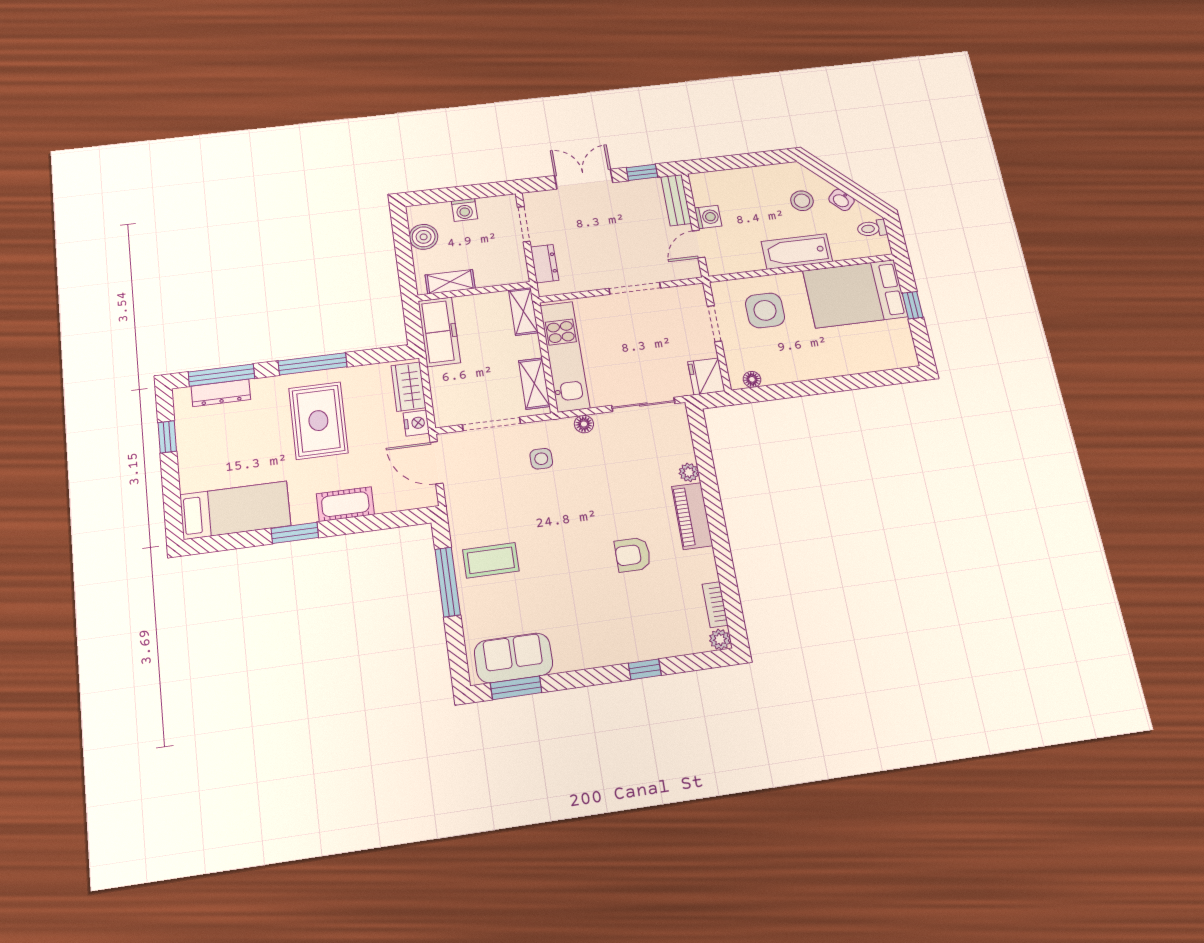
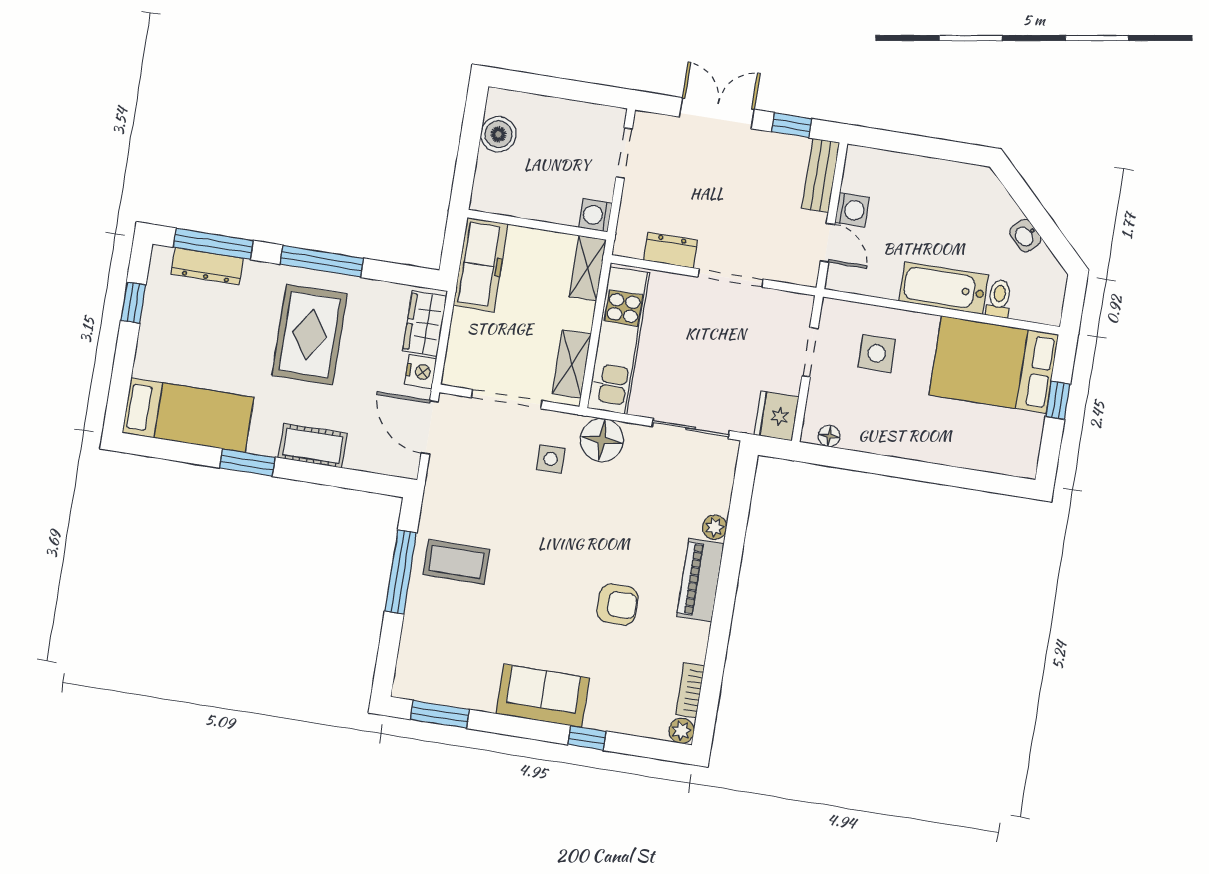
stool: (802, 201) -> (976, 222), removed
washing machine: (464, 210) -> (595, 215), moved, turned 90
toilet: (872, 228) -> (999, 299), moved, turned 90
door: (699, 244) -> (828, 243), swing flipped
dresser: (545, 264) -> (671, 250), moved, turned -90
shelving: (450, 282) -> (513, 203), removed
side table: (765, 310) -> (877, 353), width x0.73, depth x0.73
floor lamp: (584, 424) -> (602, 440), width x1.89, depth x1.89
armchair: (633, 555) -> (618, 604), turned 180
sofa: (513, 658) -> (543, 696), moved

